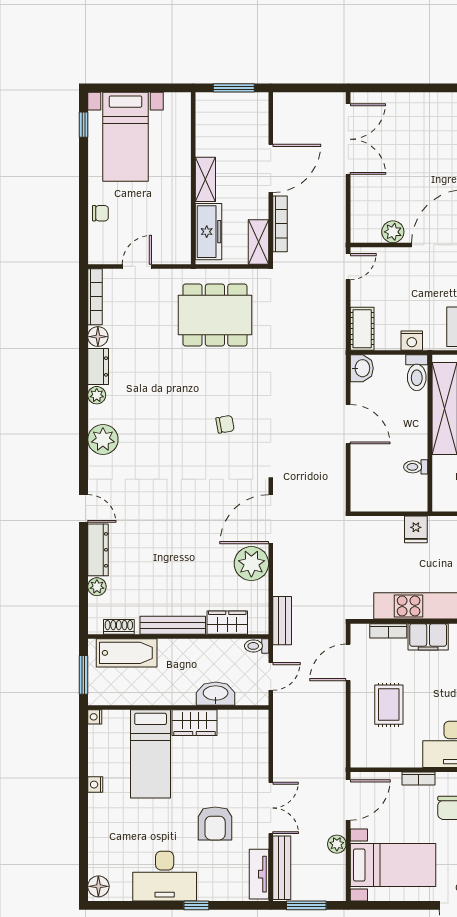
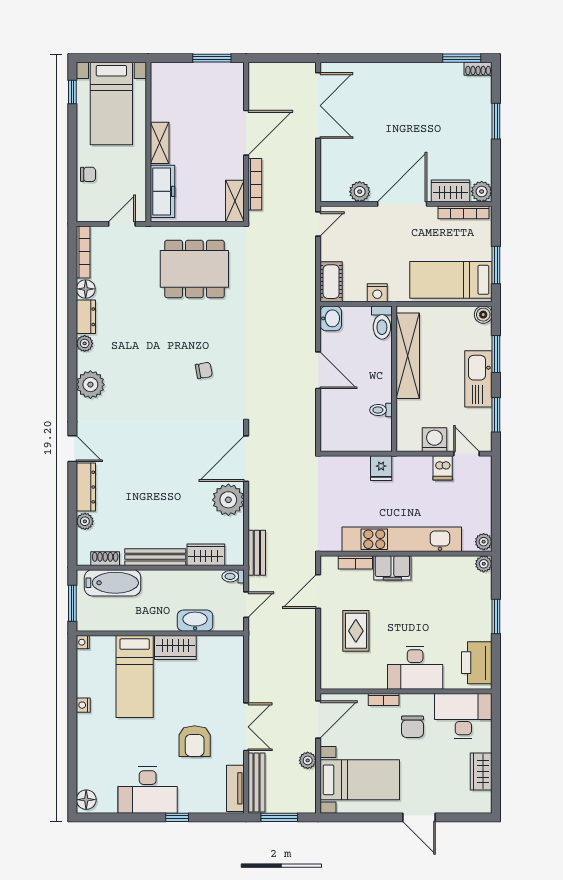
wall: (193, 178) -> (148, 142), moved
shelving: (205, 179) -> (160, 143), moved
freezer: (209, 232) -> (162, 191), moved

